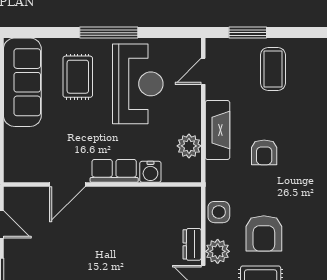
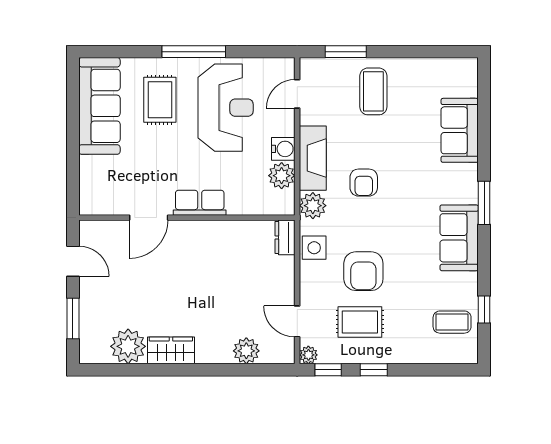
water cooler: (150, 172) -> (283, 149), moved, turned -90
dresser: (192, 244) -> (285, 237), moved
plant: (218, 251) -> (313, 206), moved

